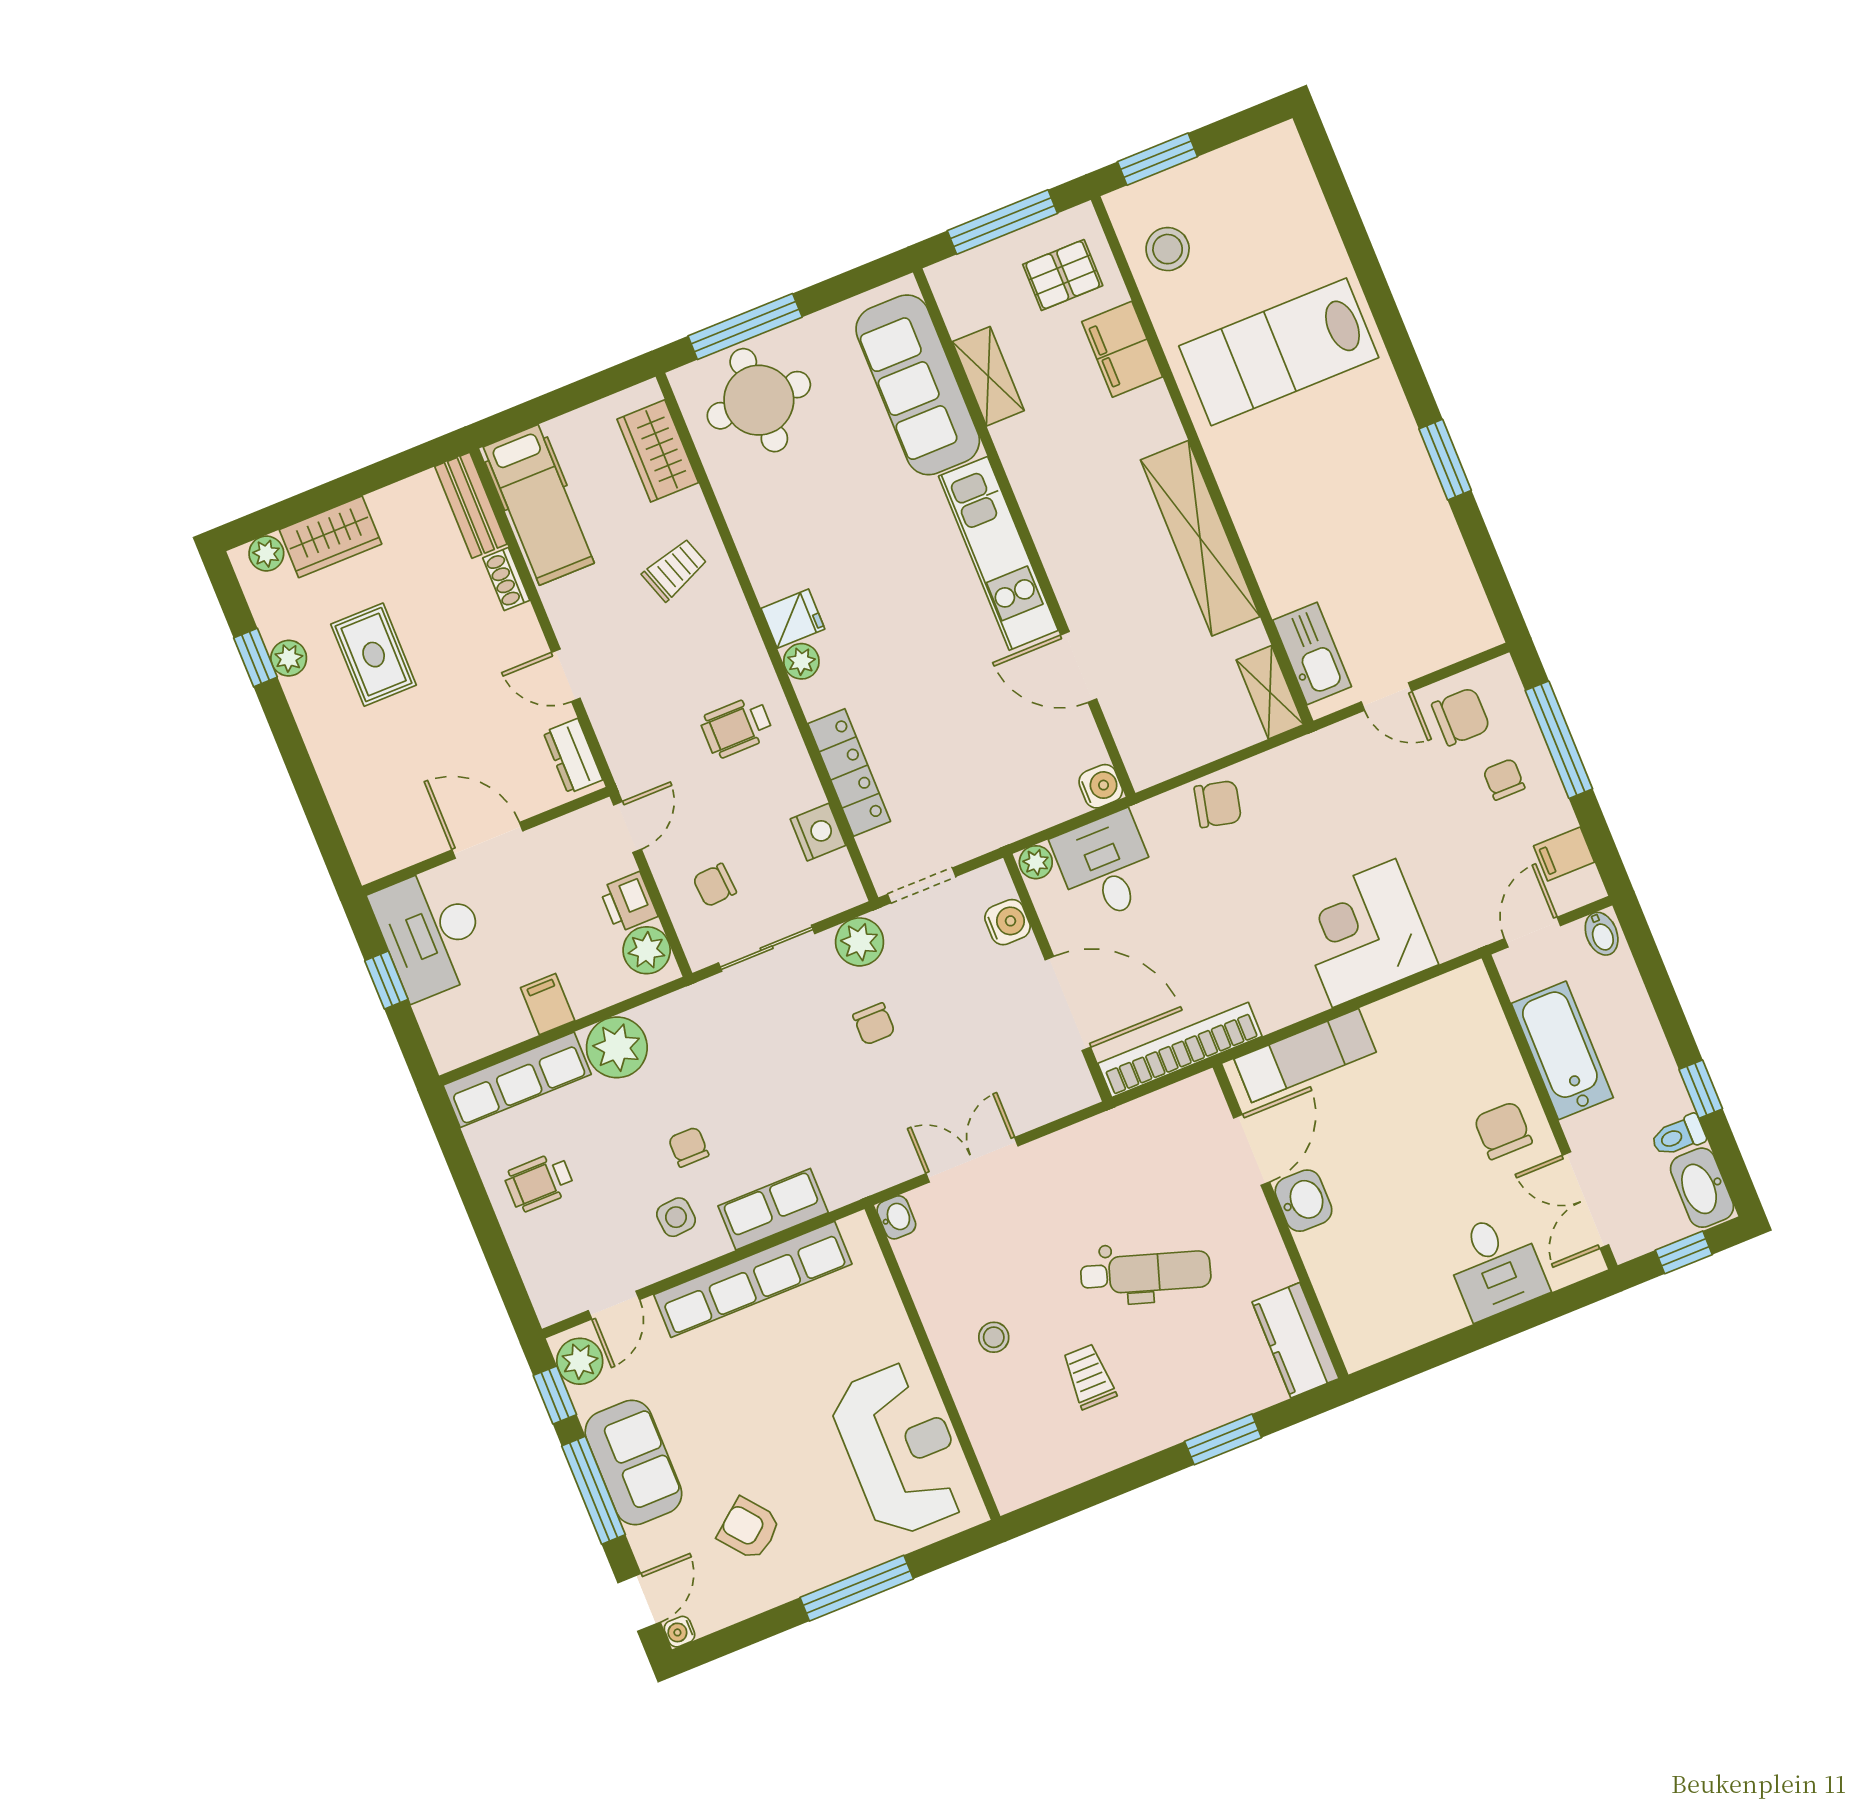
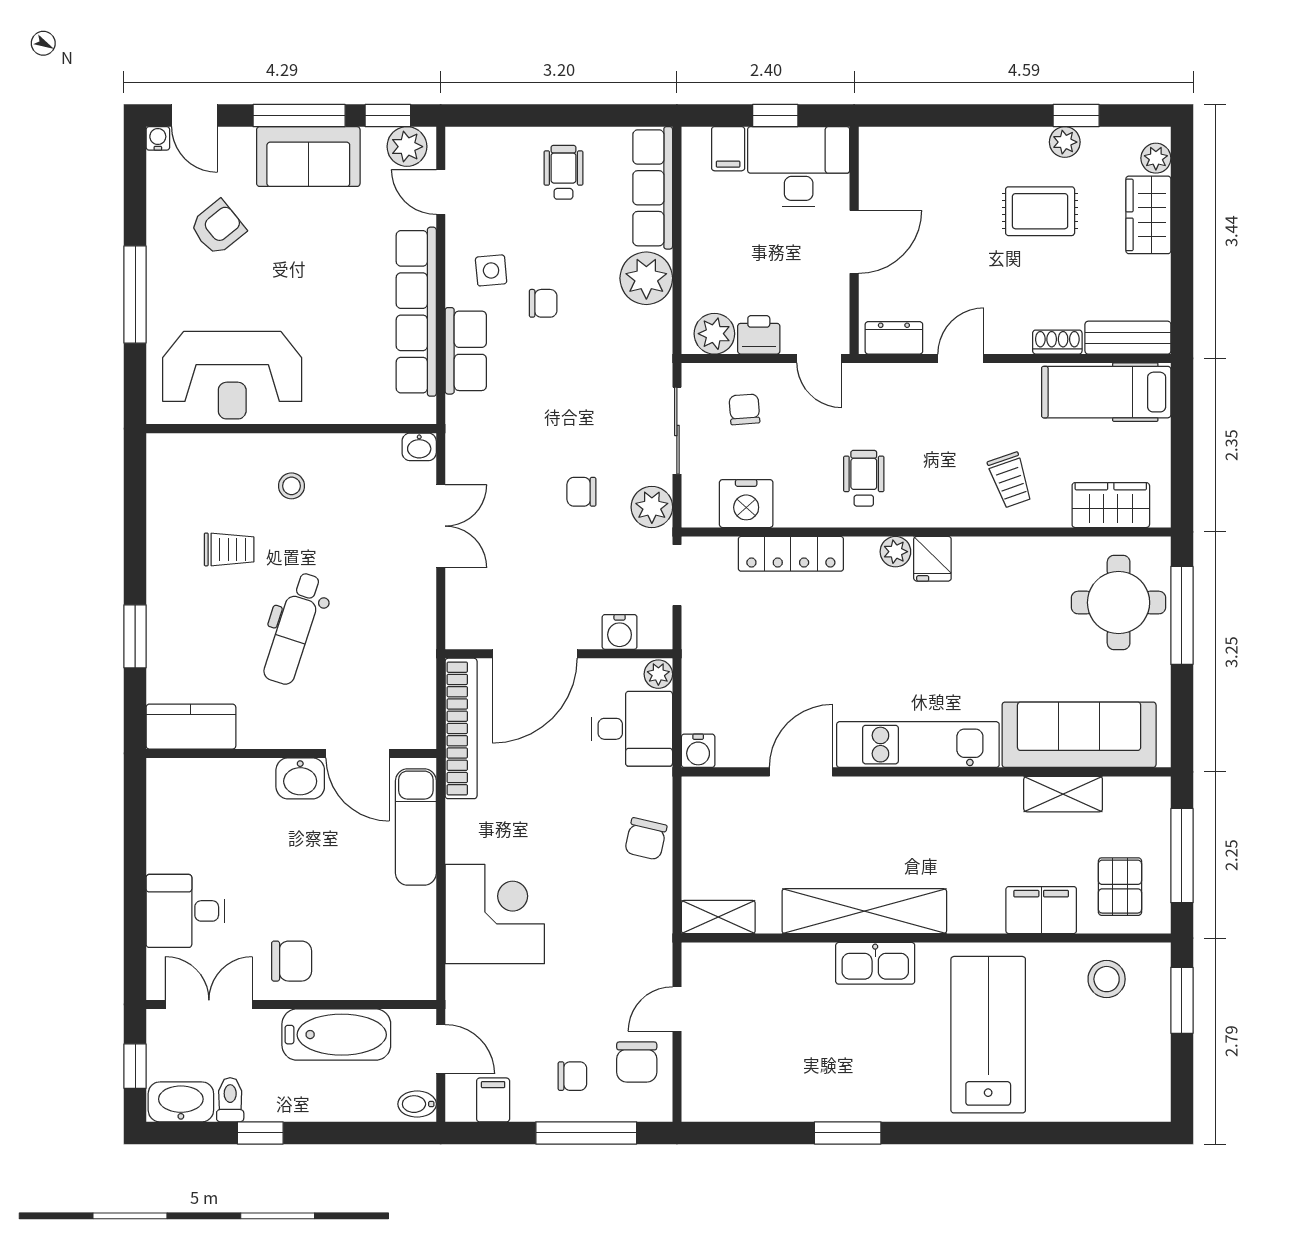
kitchen sink: (1312, 653) -> (875, 963), moved
nightstand: (818, 832) -> (746, 504), width x1.36, depth x1.33
filing cabinet: (548, 1004) -> (728, 149), moved, turned 90

